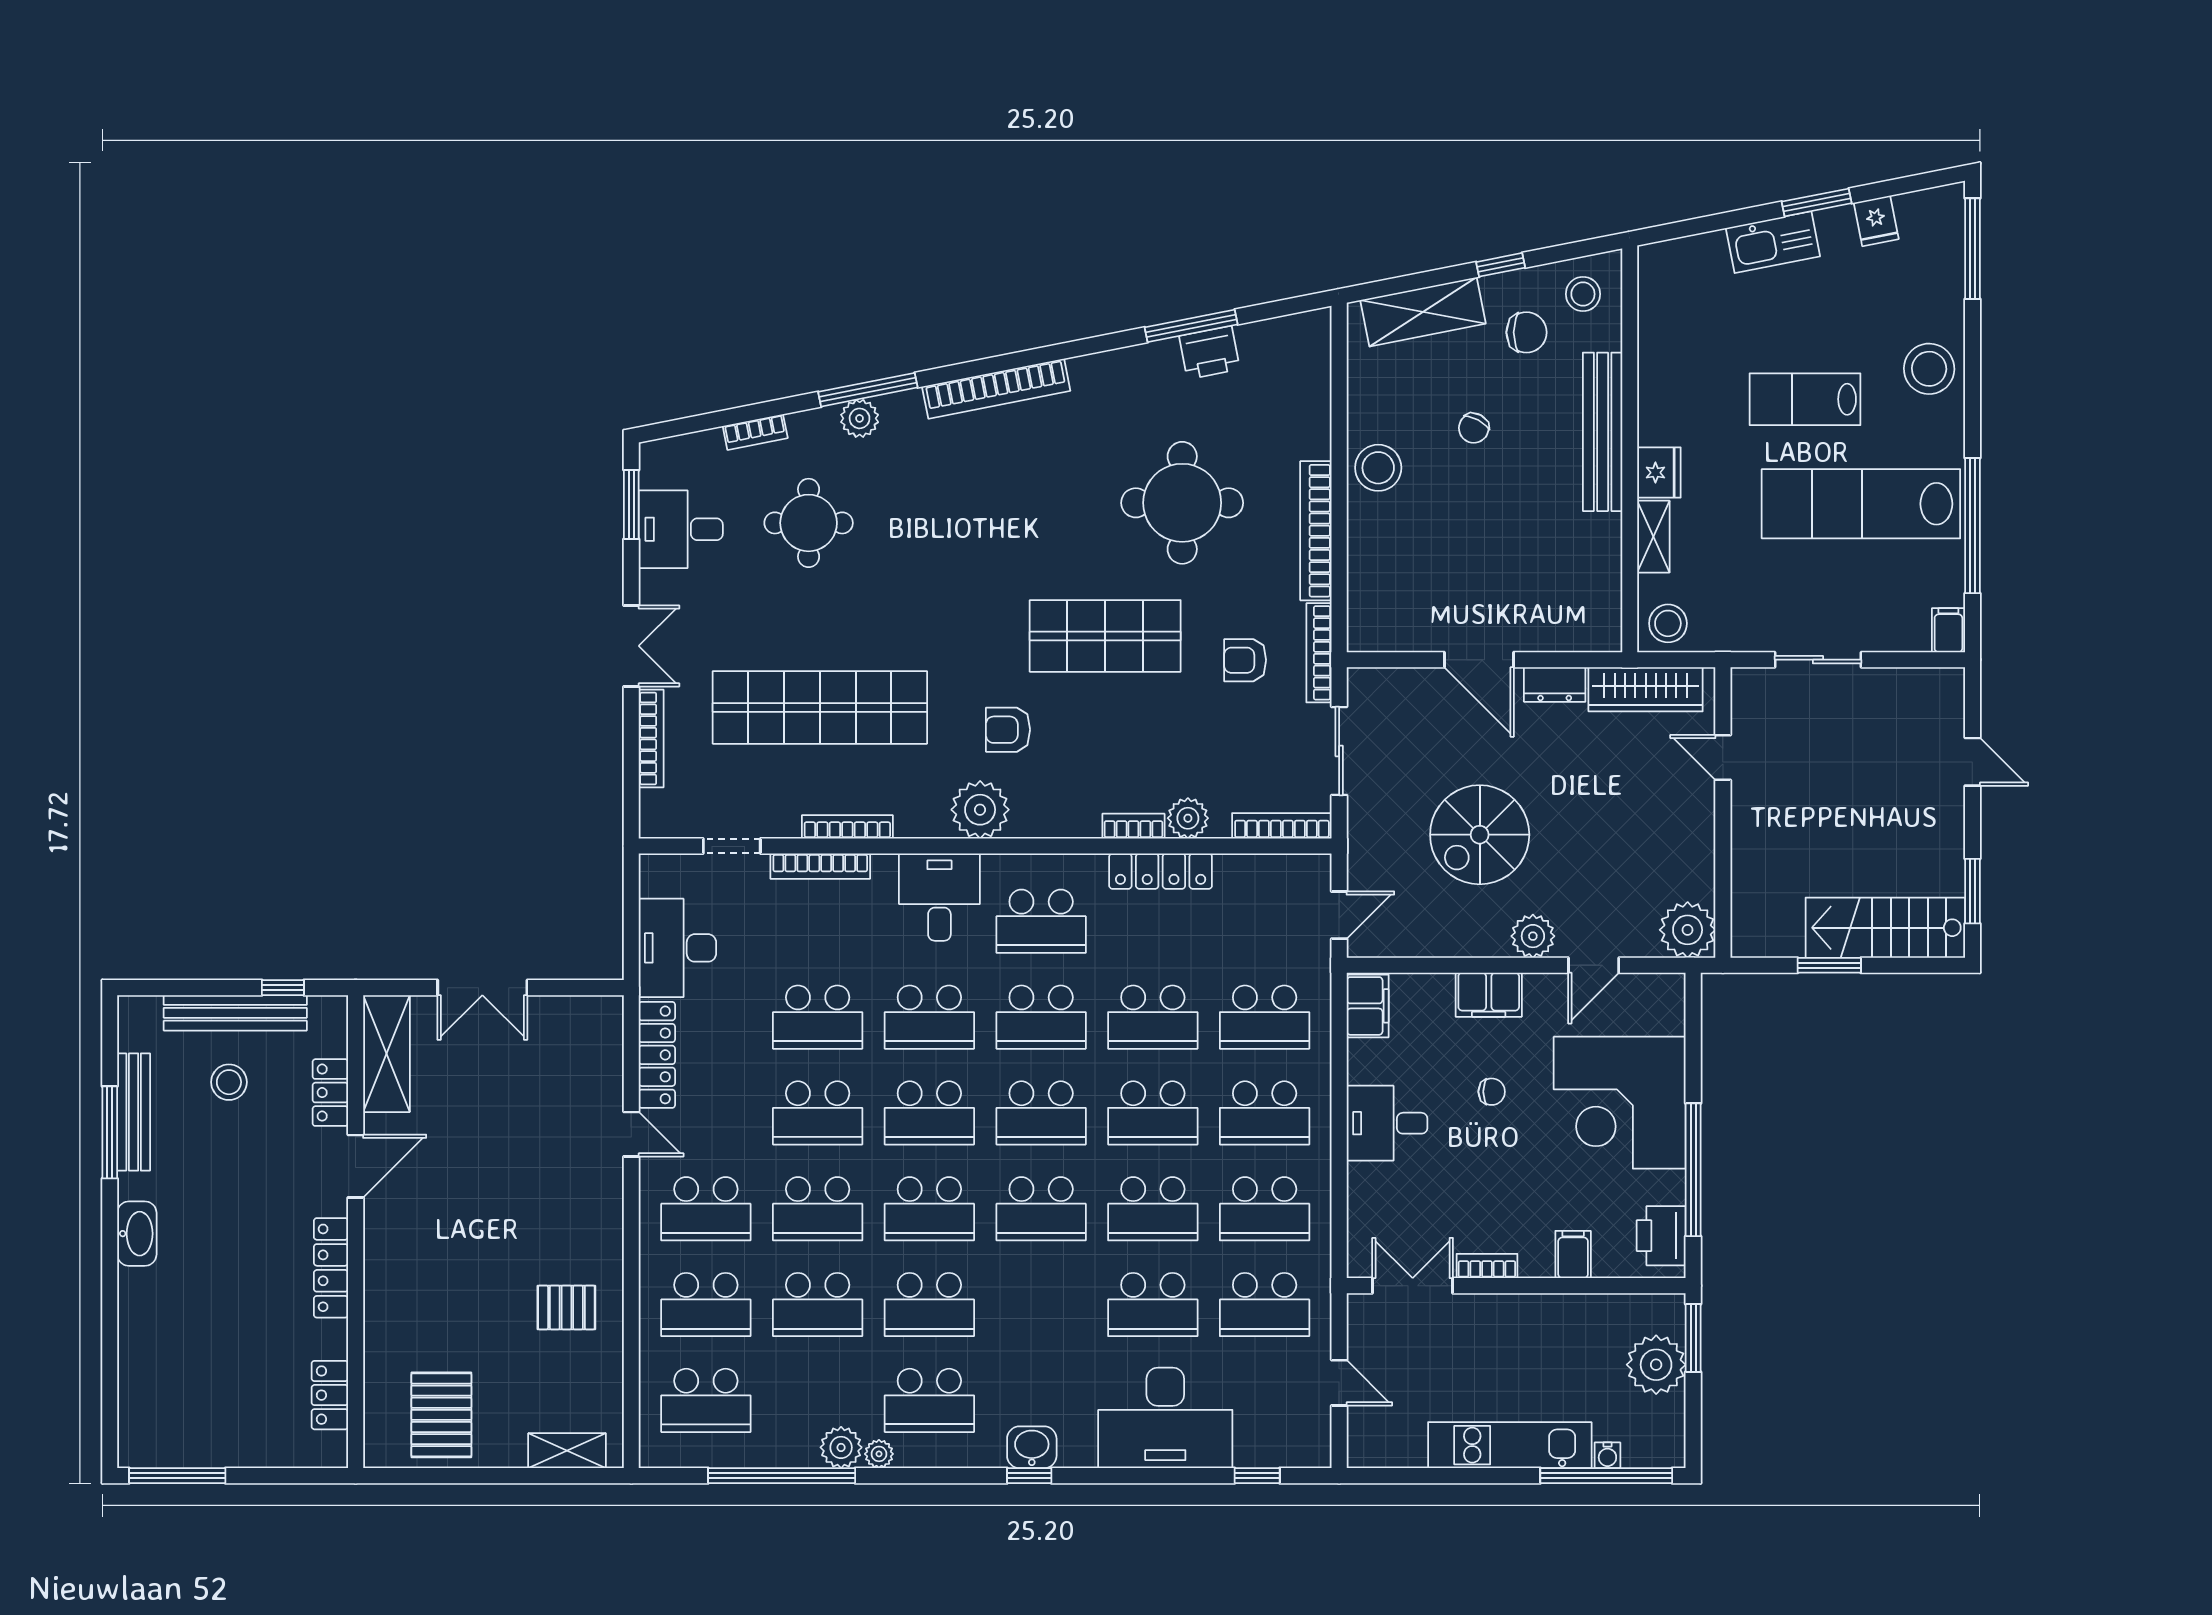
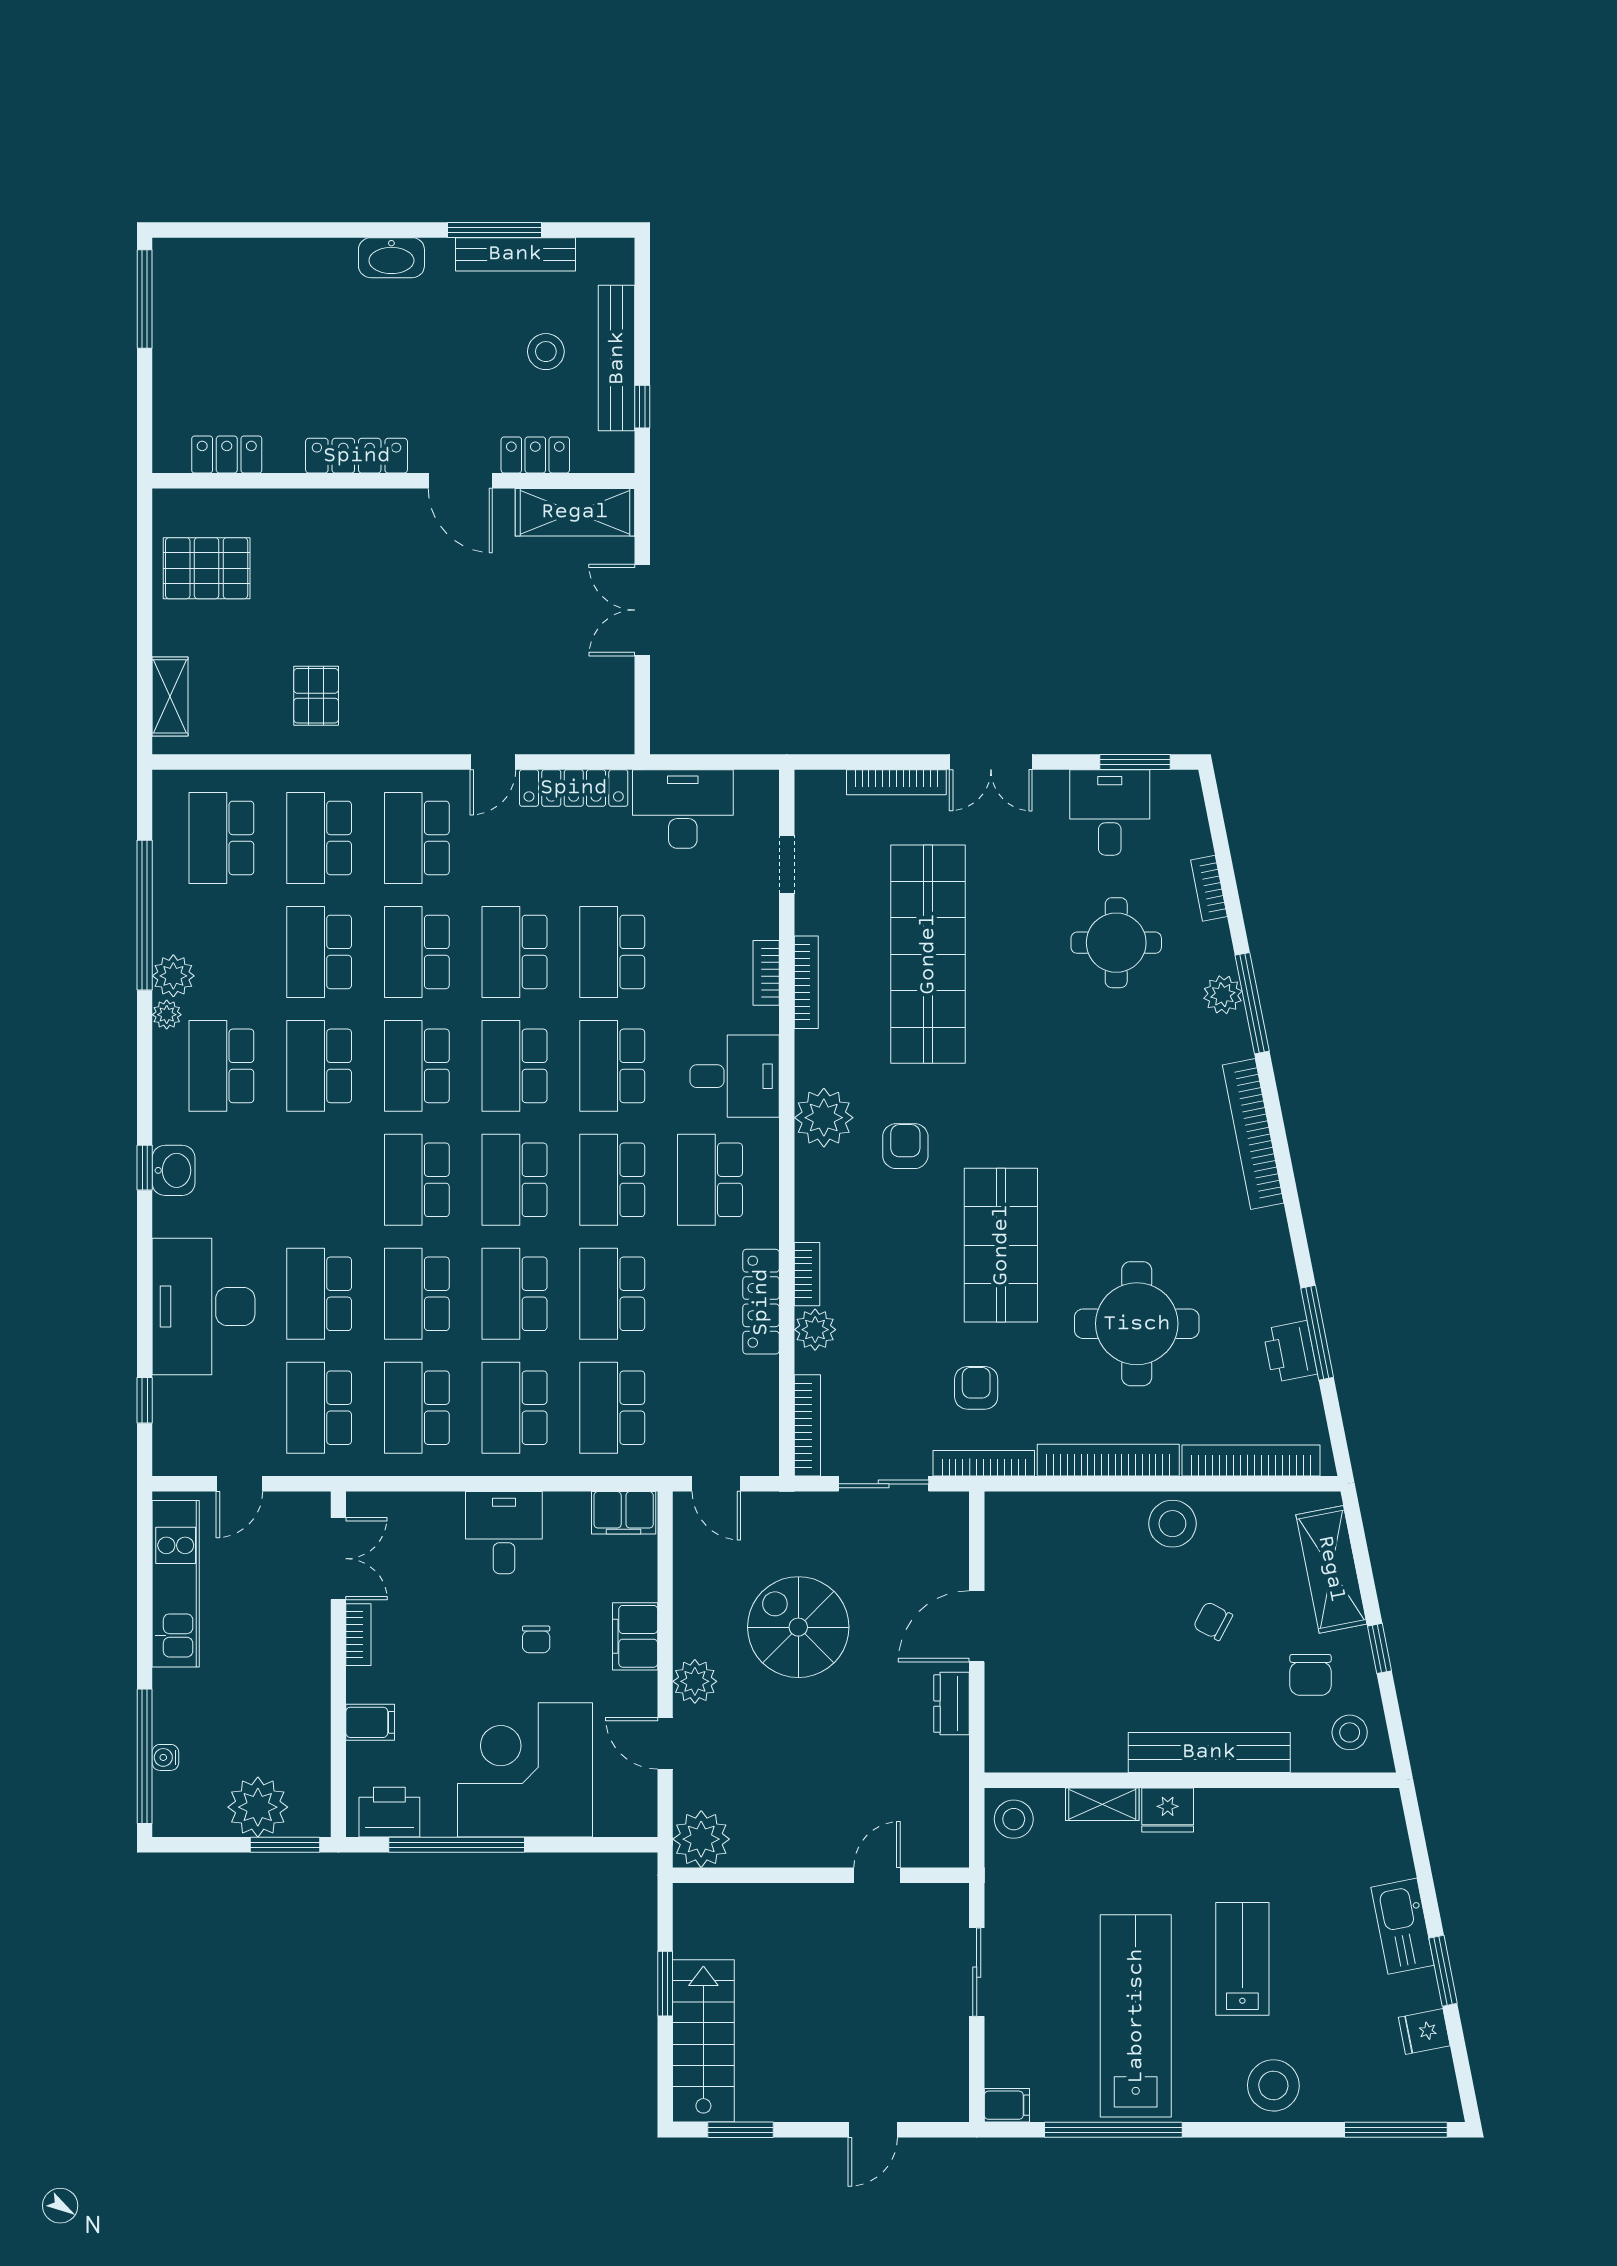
bookcase: (1316, 391) -> (1251, 1461), added
wardrobe: (1646, 689) -> (947, 1796), removed
bookcase: (820, 866) -> (766, 973), width x0.64
kitchen unit: (1510, 1445) -> (176, 1584), moved

